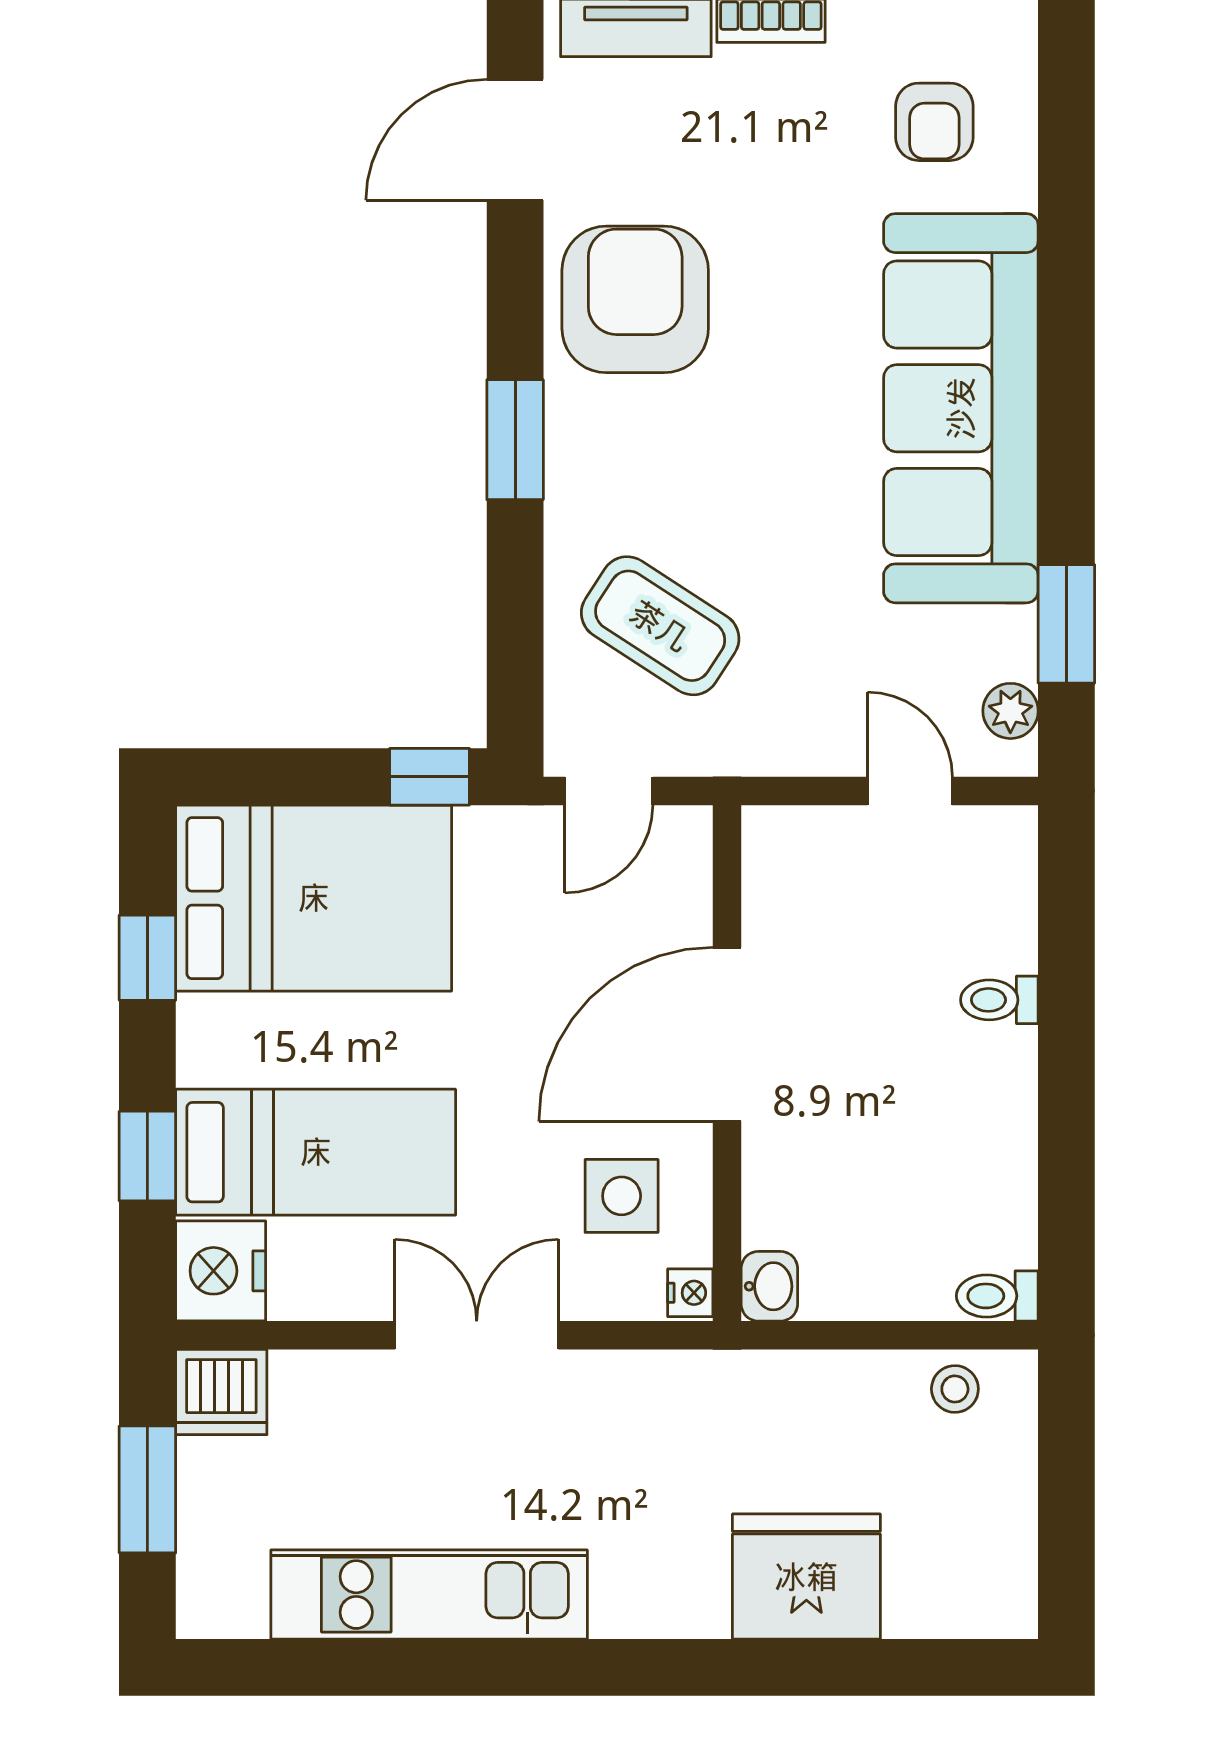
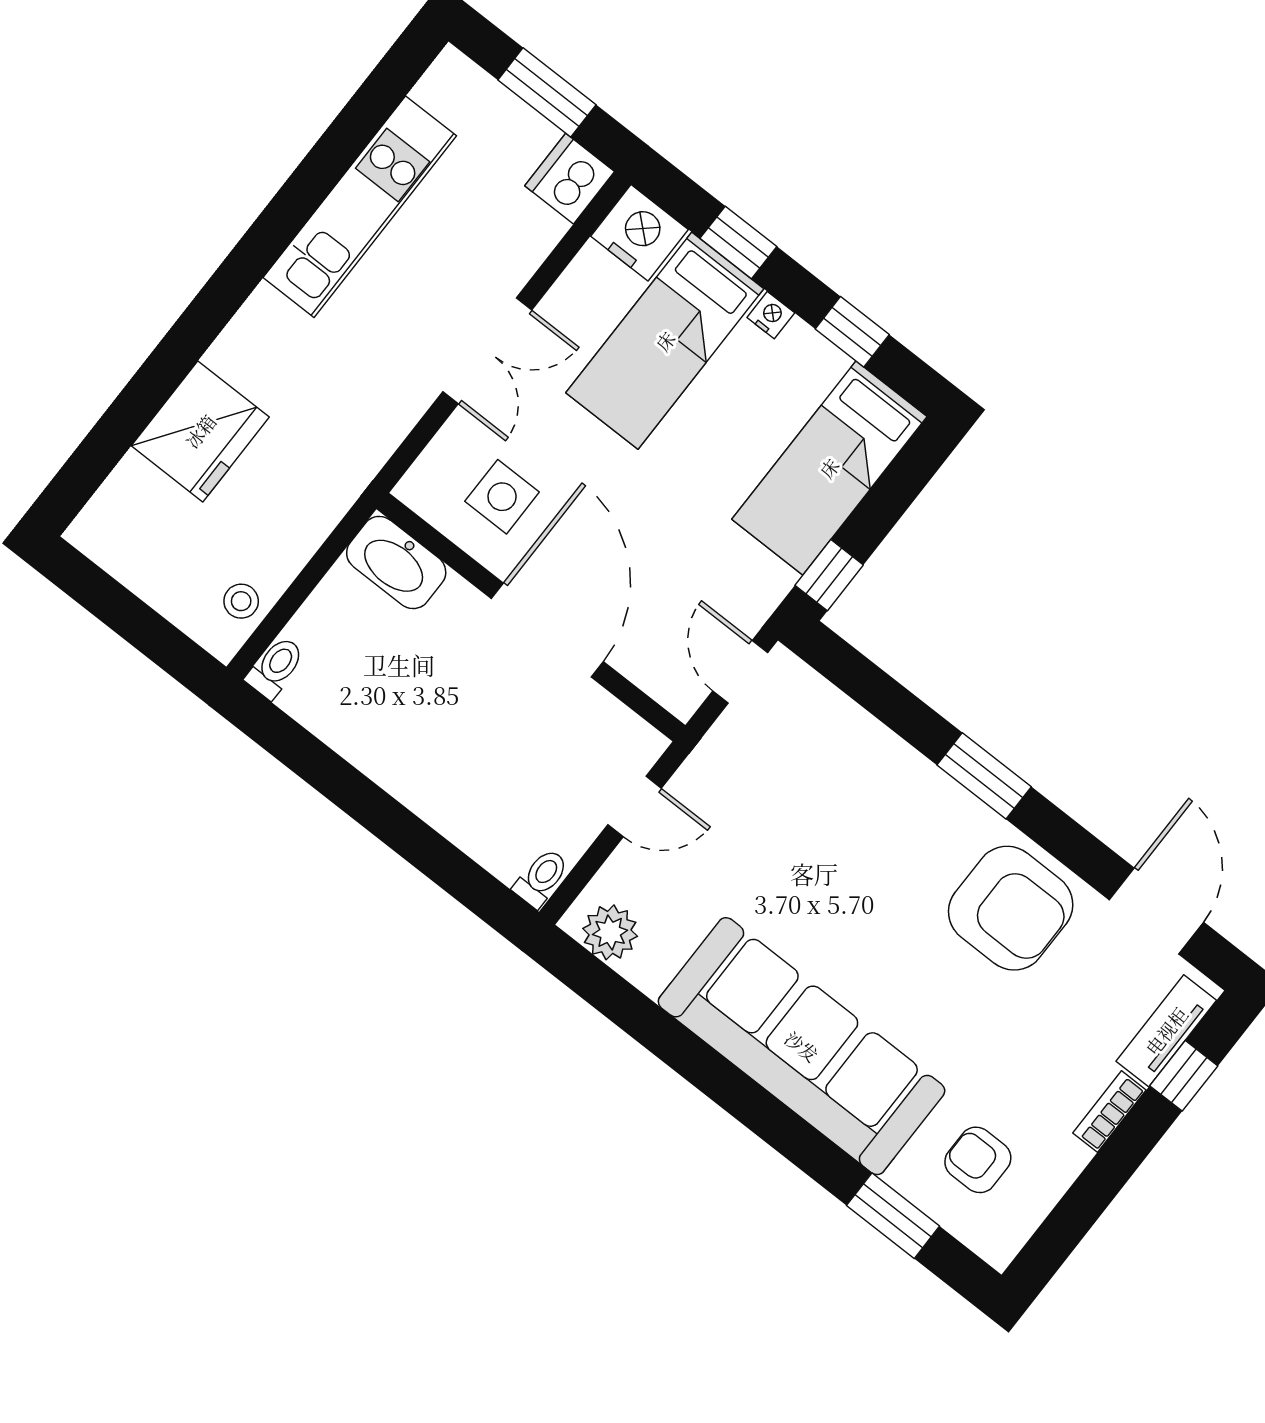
window: (1066, 624) -> (893, 1216), moved
coffee table: (660, 626) -> (812, 776), removed
plant: (1010, 711) -> (610, 932), width x1.38, depth x1.38
door: (910, 791) -> (635, 807), moved
bed: (314, 898) -> (829, 468), width x0.67
toilet: (999, 1000) -> (541, 878), moved
washbasin: (769, 1286) -> (396, 562), width x1.91, depth x1.45
nightstand: (690, 1293) -> (771, 315), moved, turned 180

